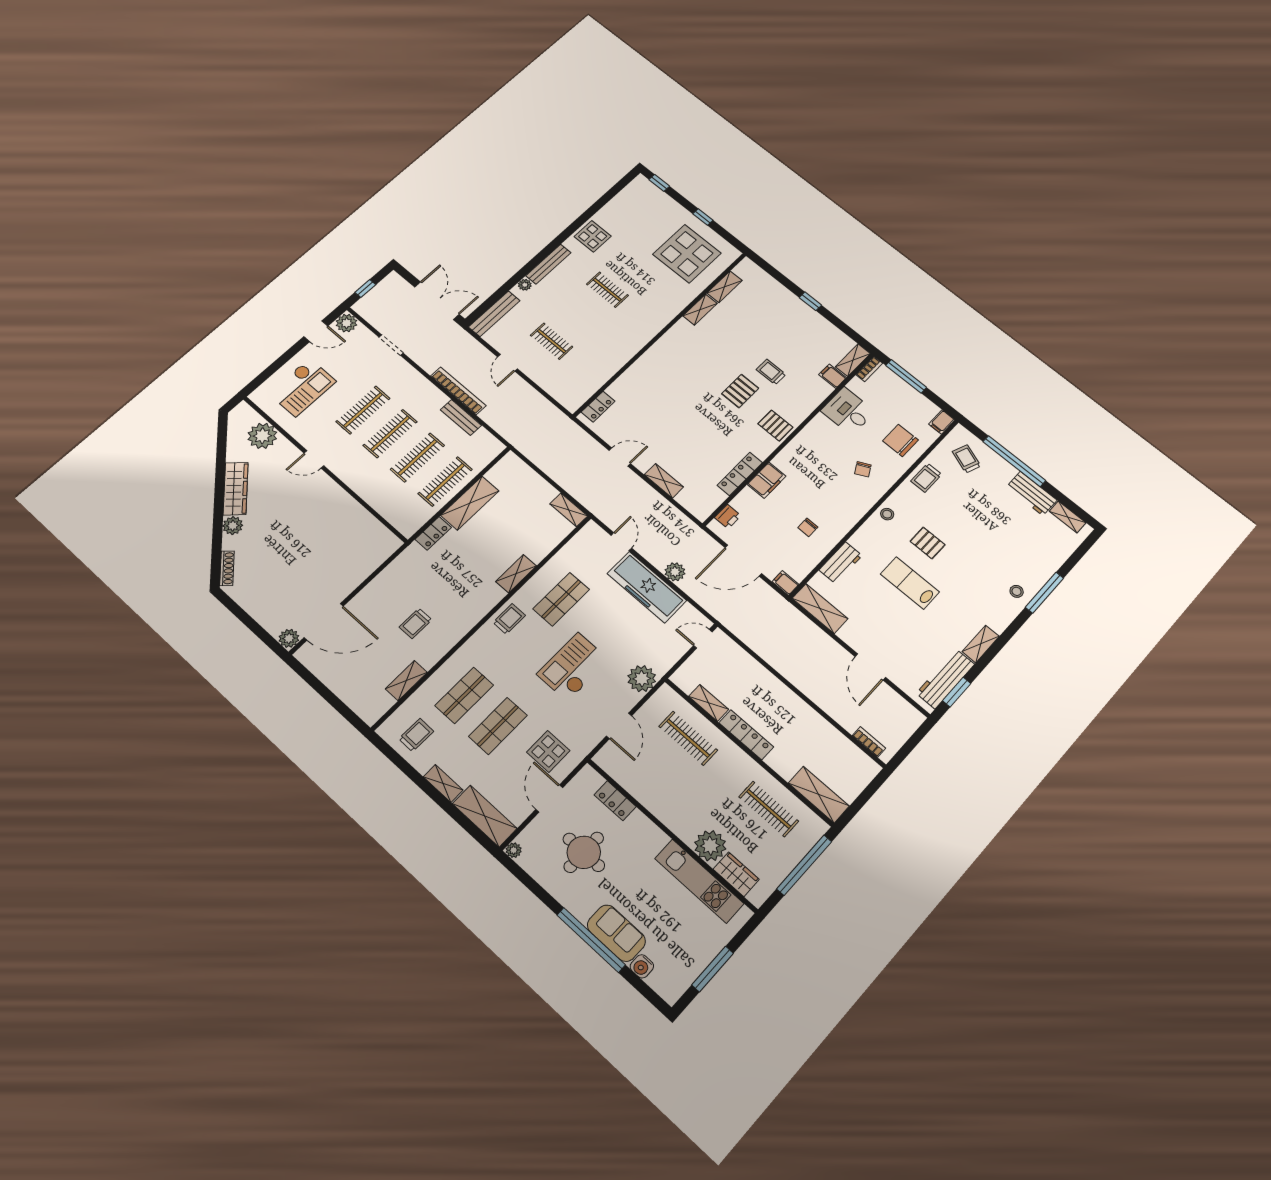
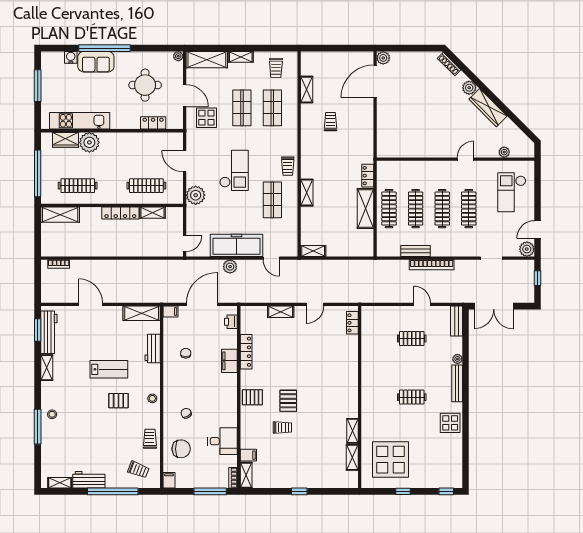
bench: (494, 314) -> (457, 321), width x0.73
plant: (262, 436) -> (504, 152), width x0.53, depth x0.53

